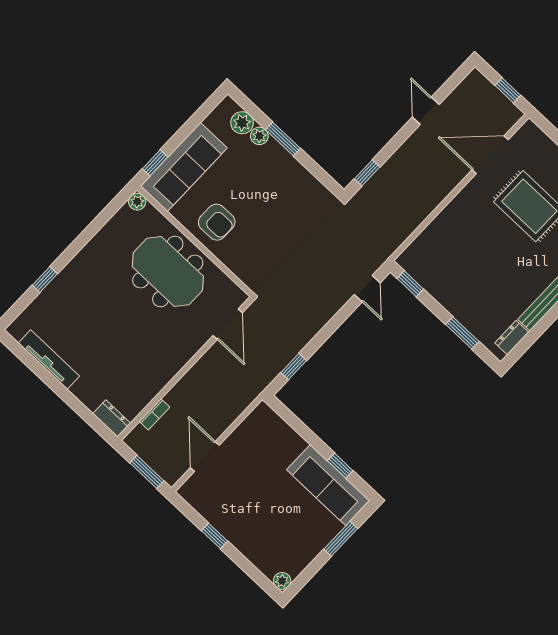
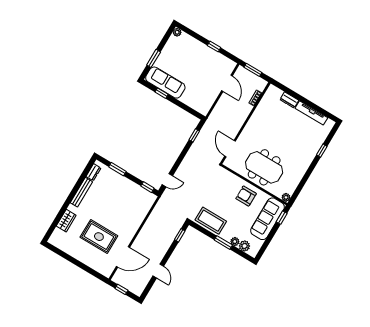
coffee table: (298, 188) -> (211, 221), added
door: (367, 289) -> (167, 180), swing flipped
dresser: (112, 418) -> (289, 100), moved

